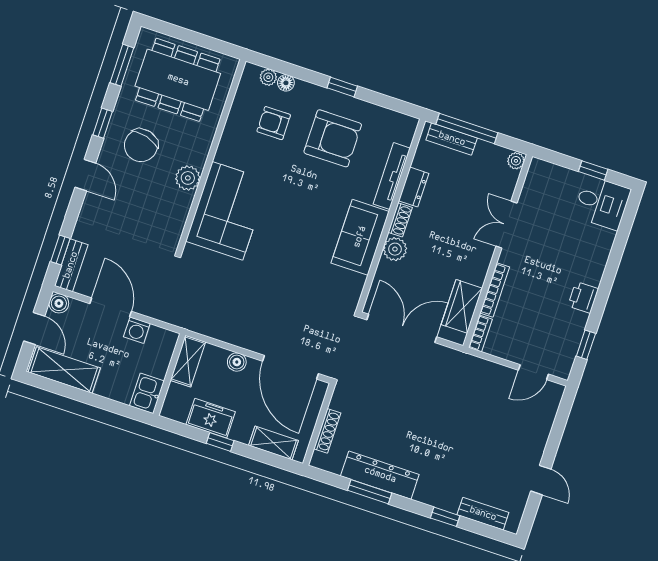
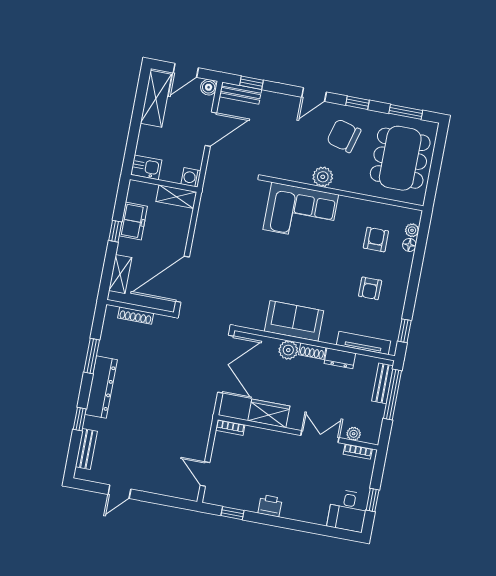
window: (342, 87) -> (405, 331), moved
armchair: (333, 138) -> (370, 288), width x0.53, depth x0.53
plant: (516, 161) -> (354, 434), moved
tv unit: (392, 176) -> (364, 343), moved
bookcase: (495, 290) -> (358, 452), moved, width x0.64
wardrobe: (462, 306) -> (269, 413), moved
washing machine: (137, 330) -> (191, 177), moved
boiler: (237, 362) -> (181, 236), removed
dresser: (380, 475) -> (101, 387), moved

